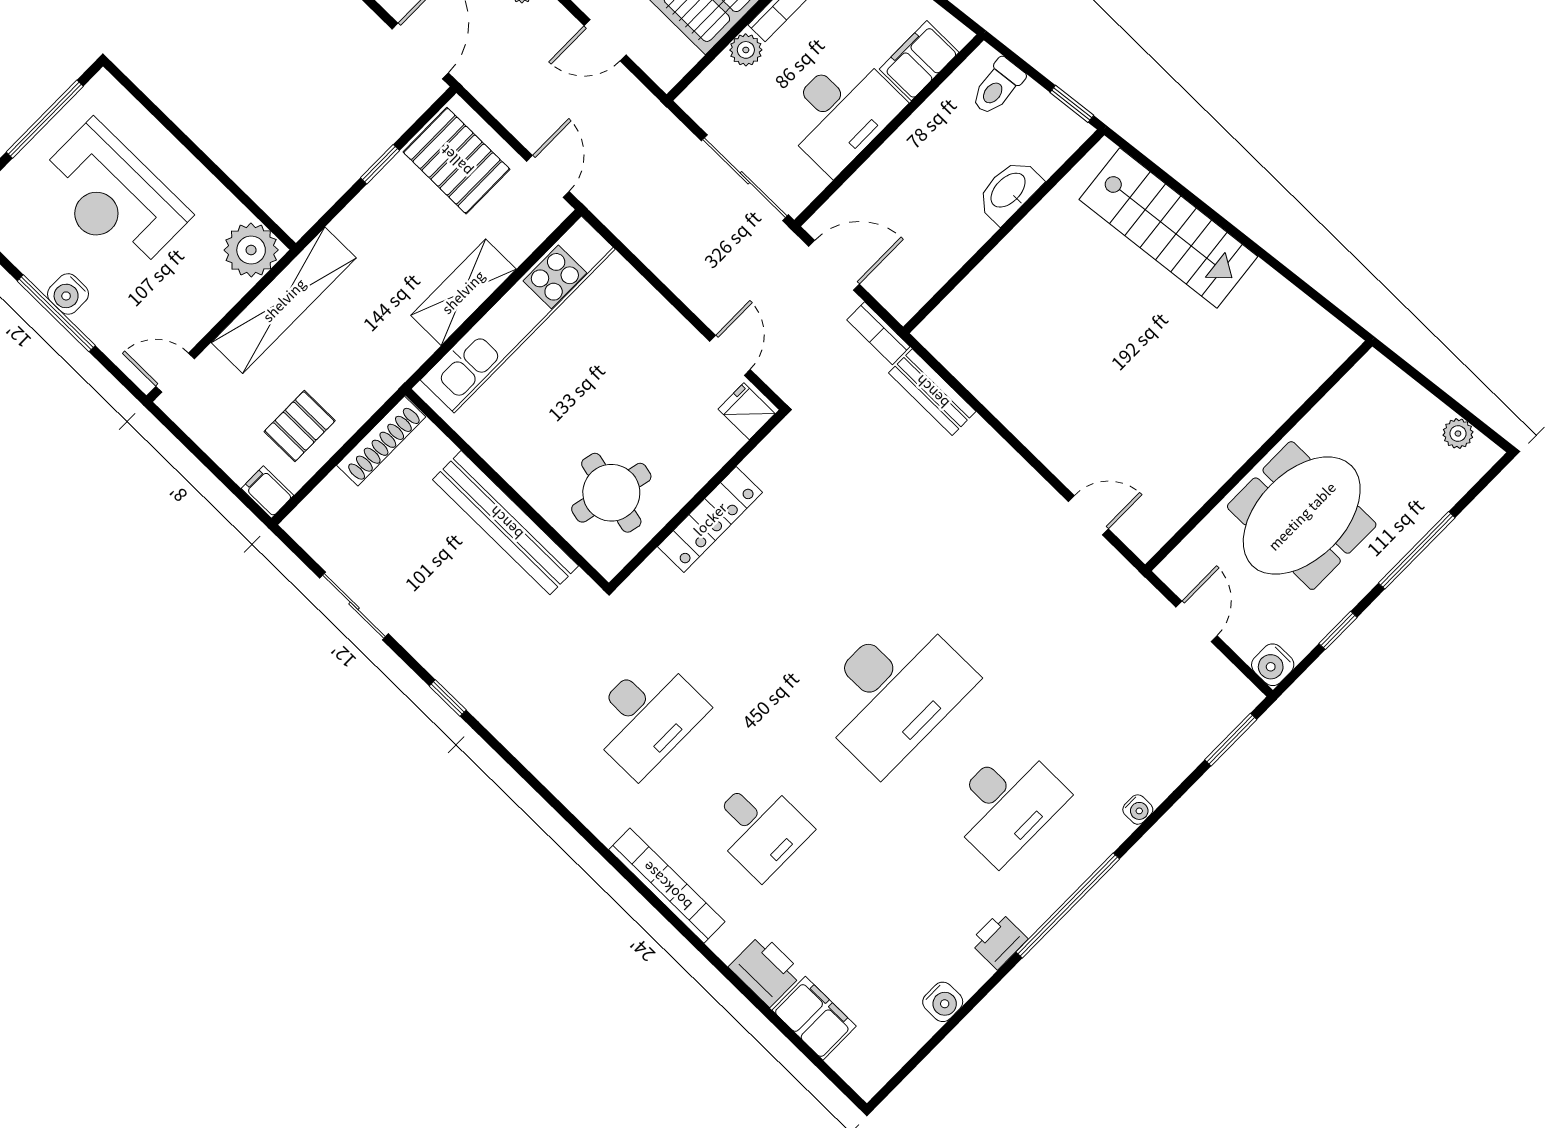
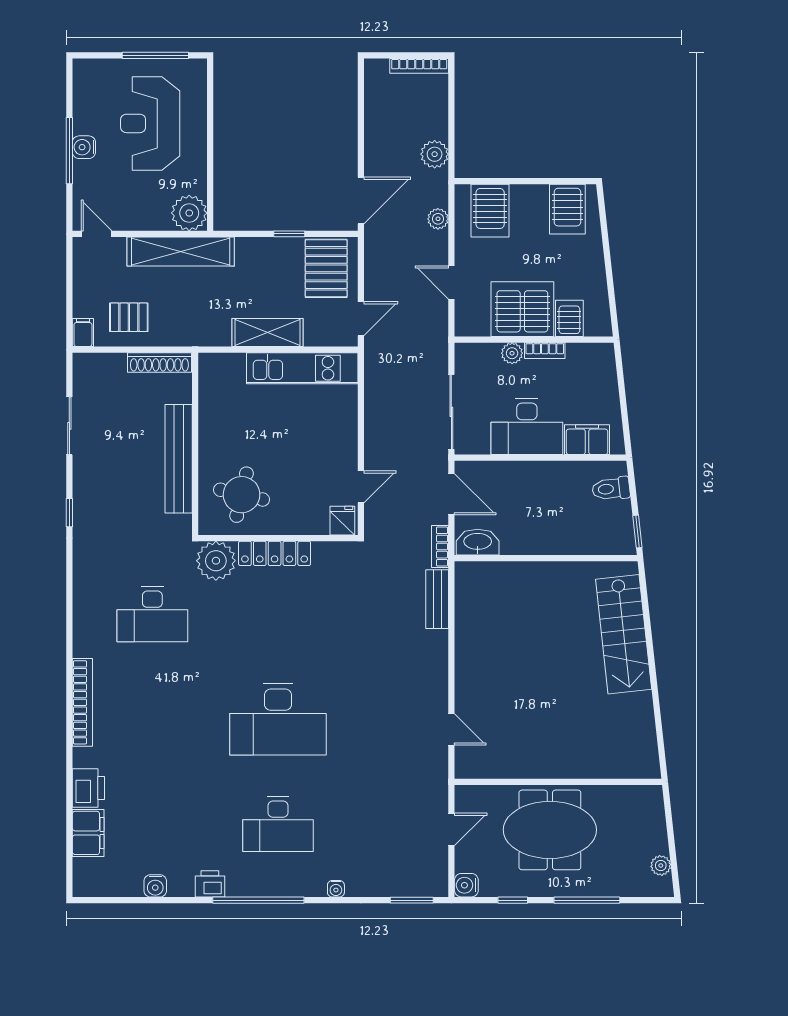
washbasin: (1009, 191) -> (478, 542), moved
kitchen unit: (518, 315) -> (302, 368), width x0.73
plant: (656, 591) -> (216, 561), added
desk: (759, 828) -> (152, 719), removed

